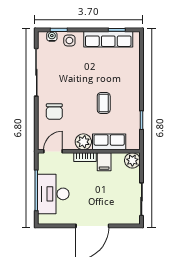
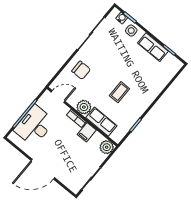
row of seats: (108, 39) -> (153, 47), width x0.68
chair: (54, 112) -> (81, 70), turned -90

